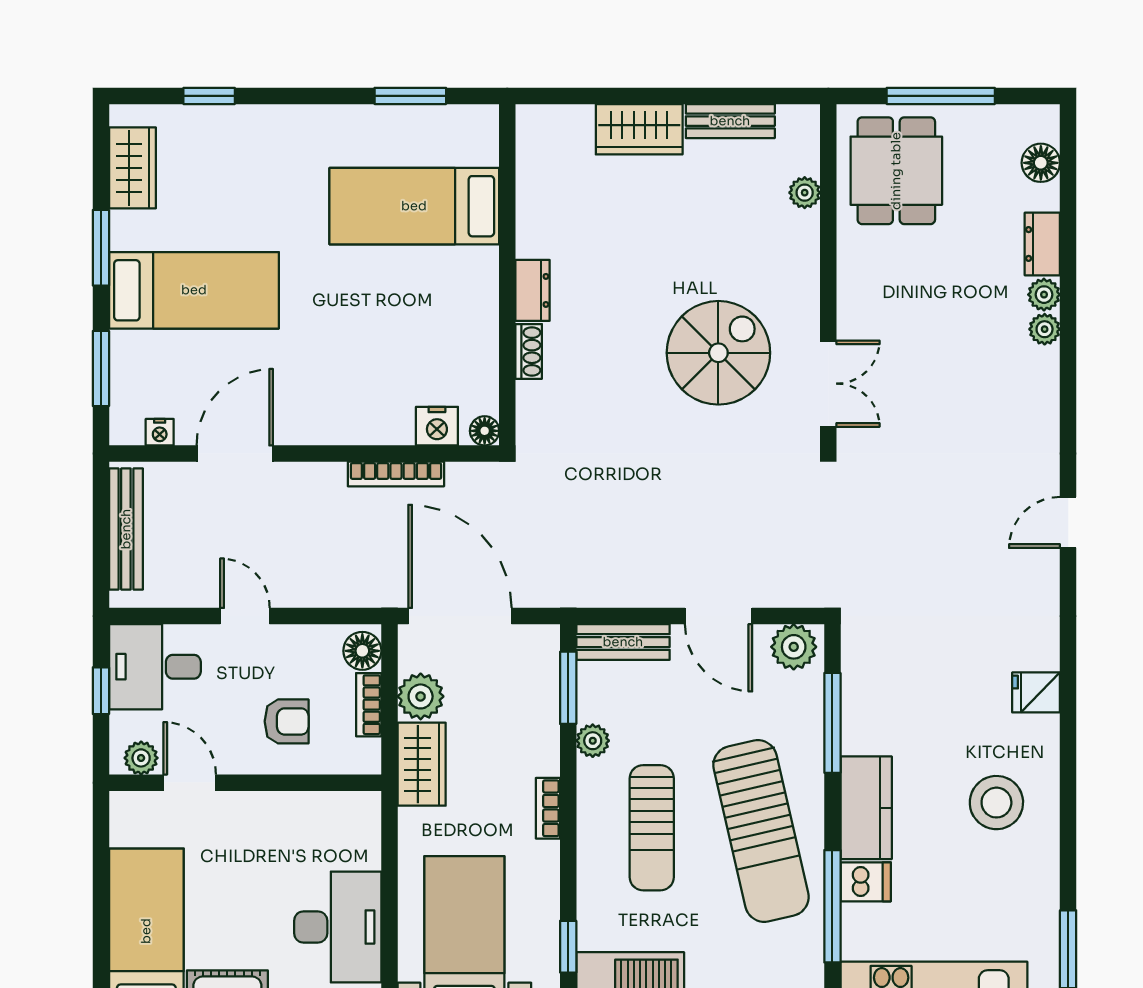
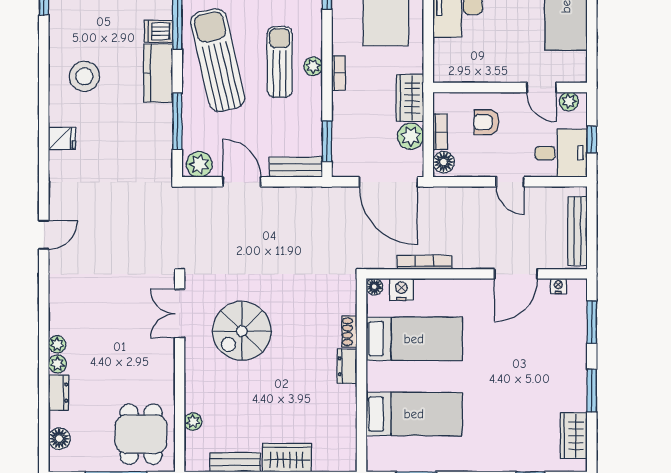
bed: (194, 290) -> (414, 339), moved, turned 180
plant: (593, 741) -> (313, 66), moved

